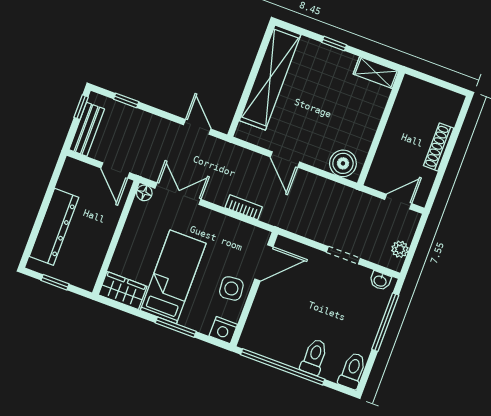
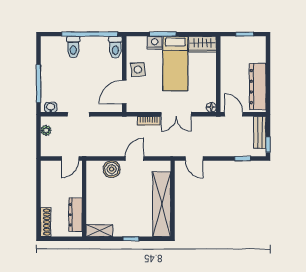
dresser: (403, 109) -> (75, 215), added
shoe rack: (439, 147) -> (46, 222), moved
door: (285, 159) -> (135, 159), hinge flipped
boiler: (343, 163) -> (112, 169), moved
double door: (178, 194) -> (176, 114), moved
door: (398, 202) -> (70, 159), moved
dresser: (54, 227) -> (258, 87), moved
nightstand: (223, 330) -> (155, 43), moved
toilet: (352, 371) -> (115, 47), moved

